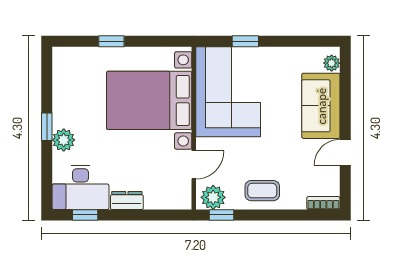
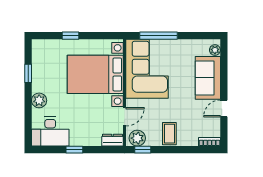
window: (245, 41) -> (158, 36), width x2.17
window: (47, 127) -> (28, 73), moved
coffee table: (262, 191) -> (169, 134), turned 90
dresser: (127, 200) -> (112, 140), moved
window: (85, 215) -> (74, 150), moved

